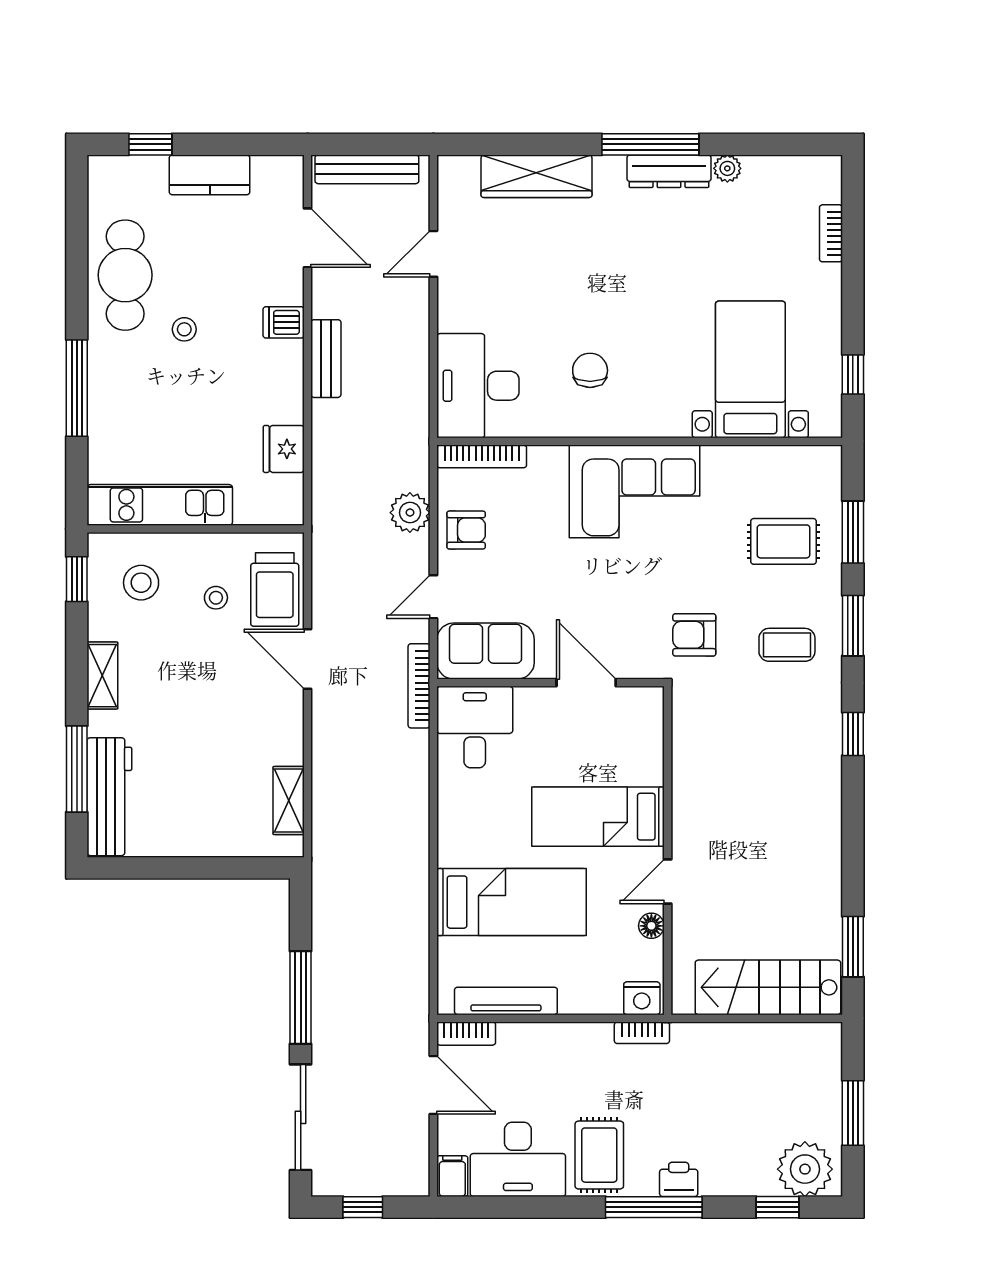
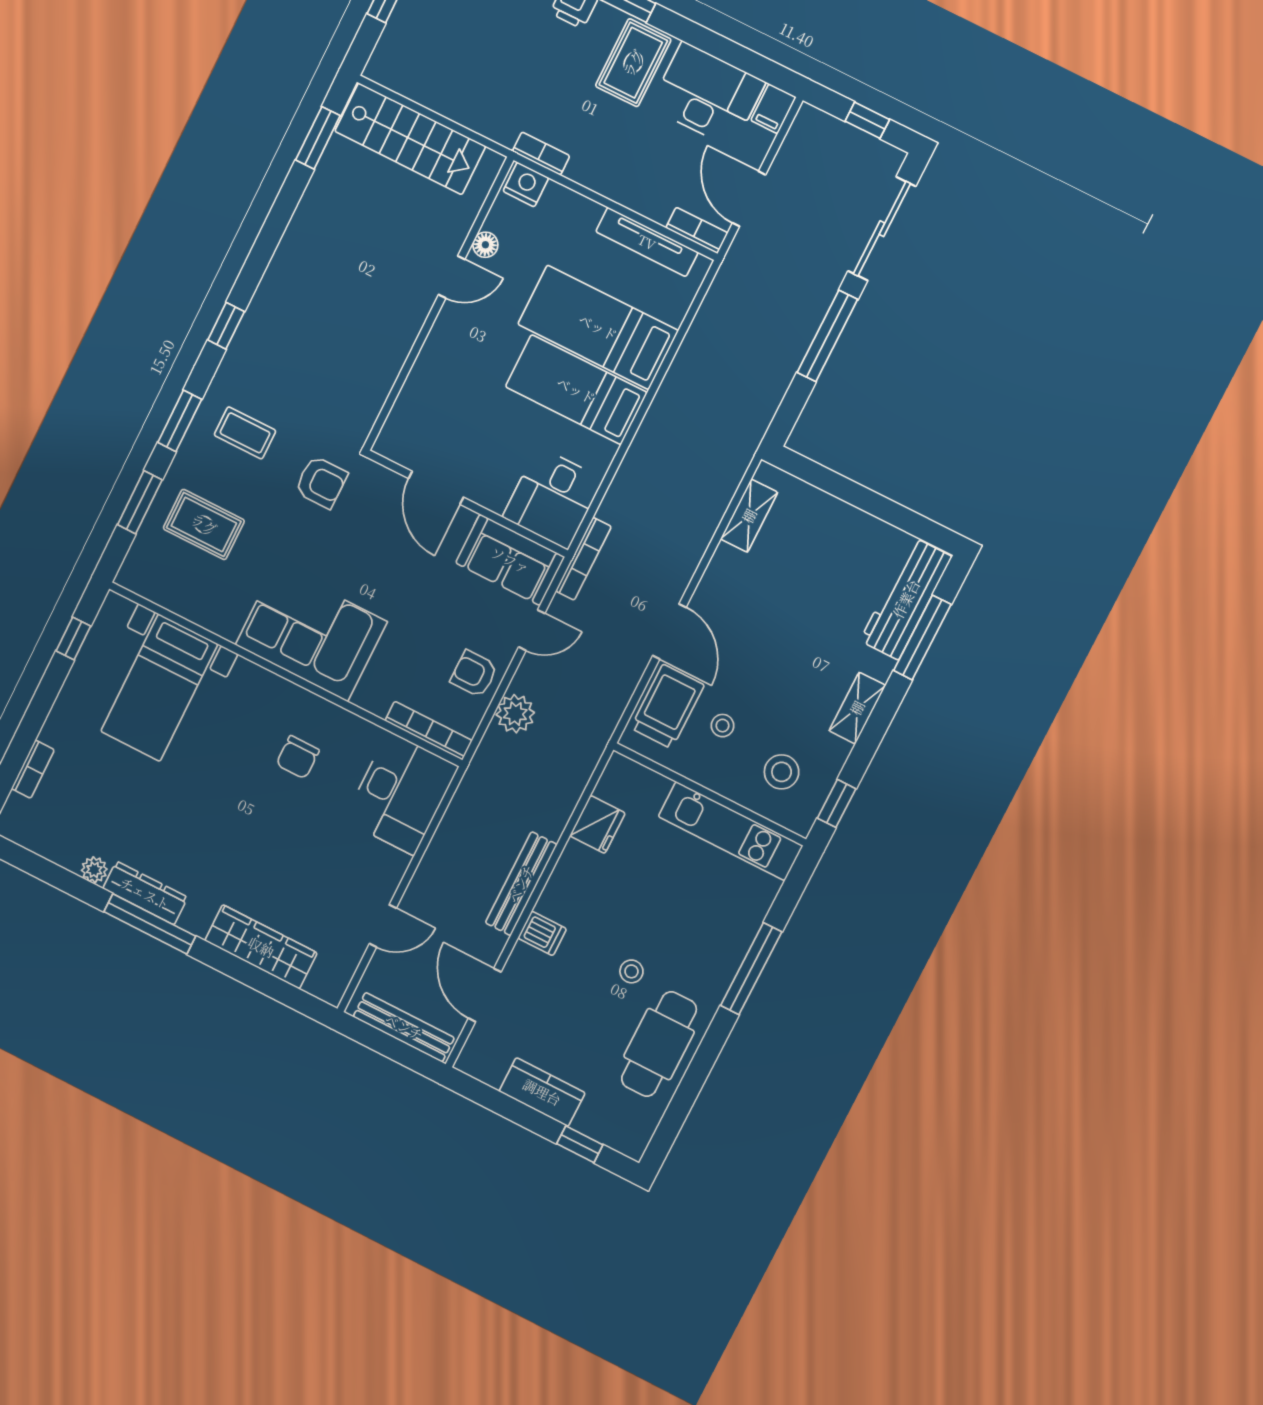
bench: (326, 359) -> (521, 884), width x1.36
bed: (598, 817) -> (576, 390), moved, turned 180

